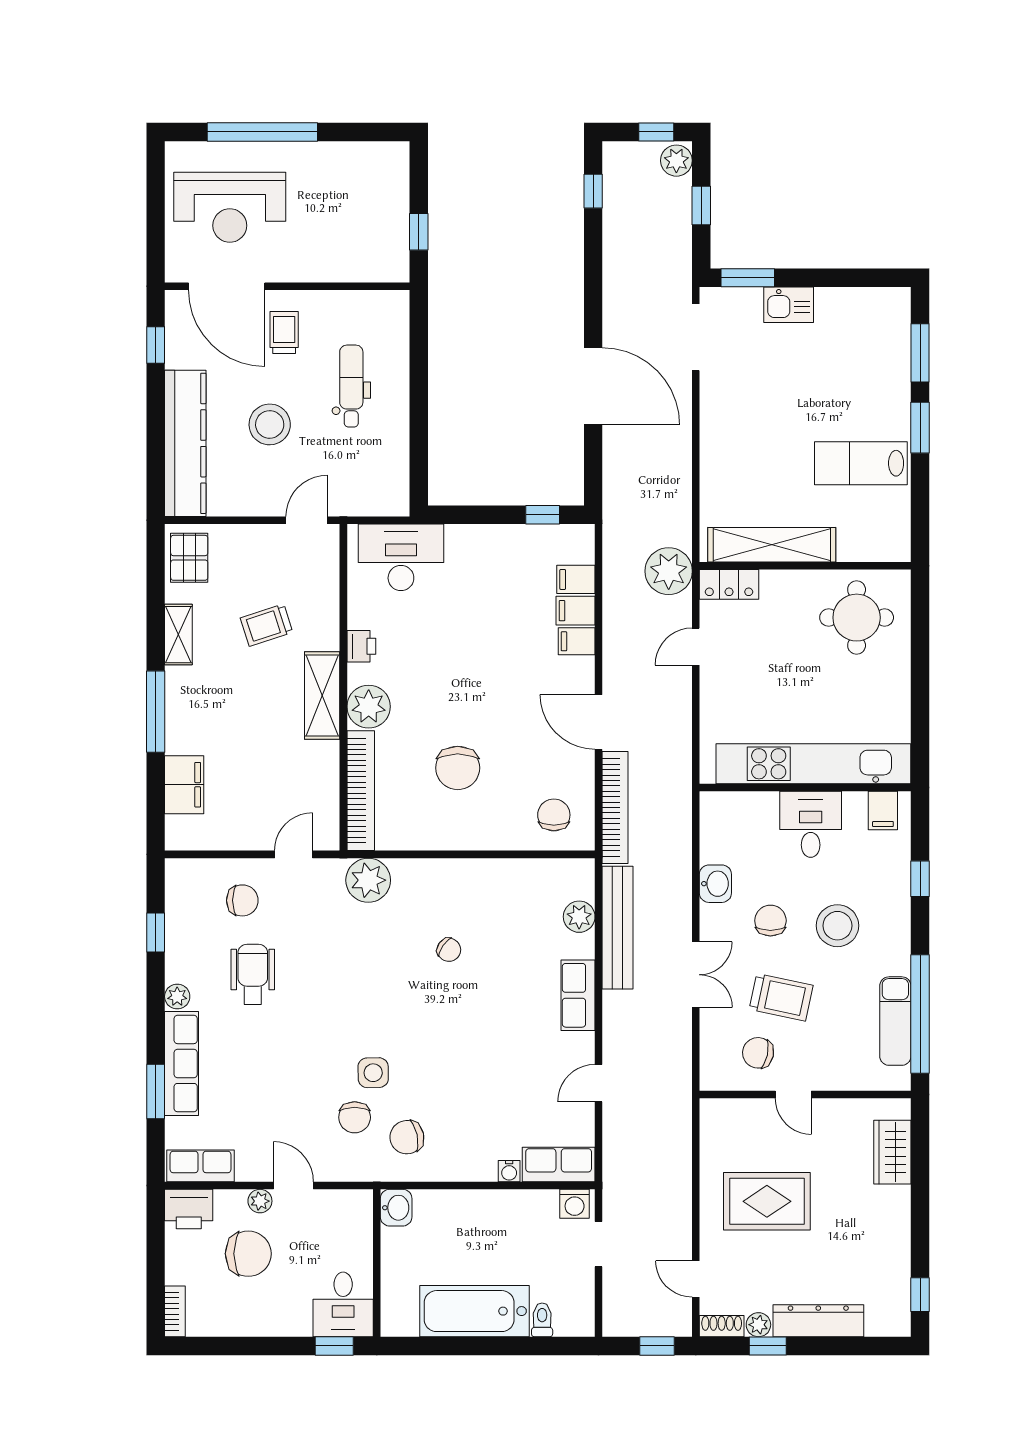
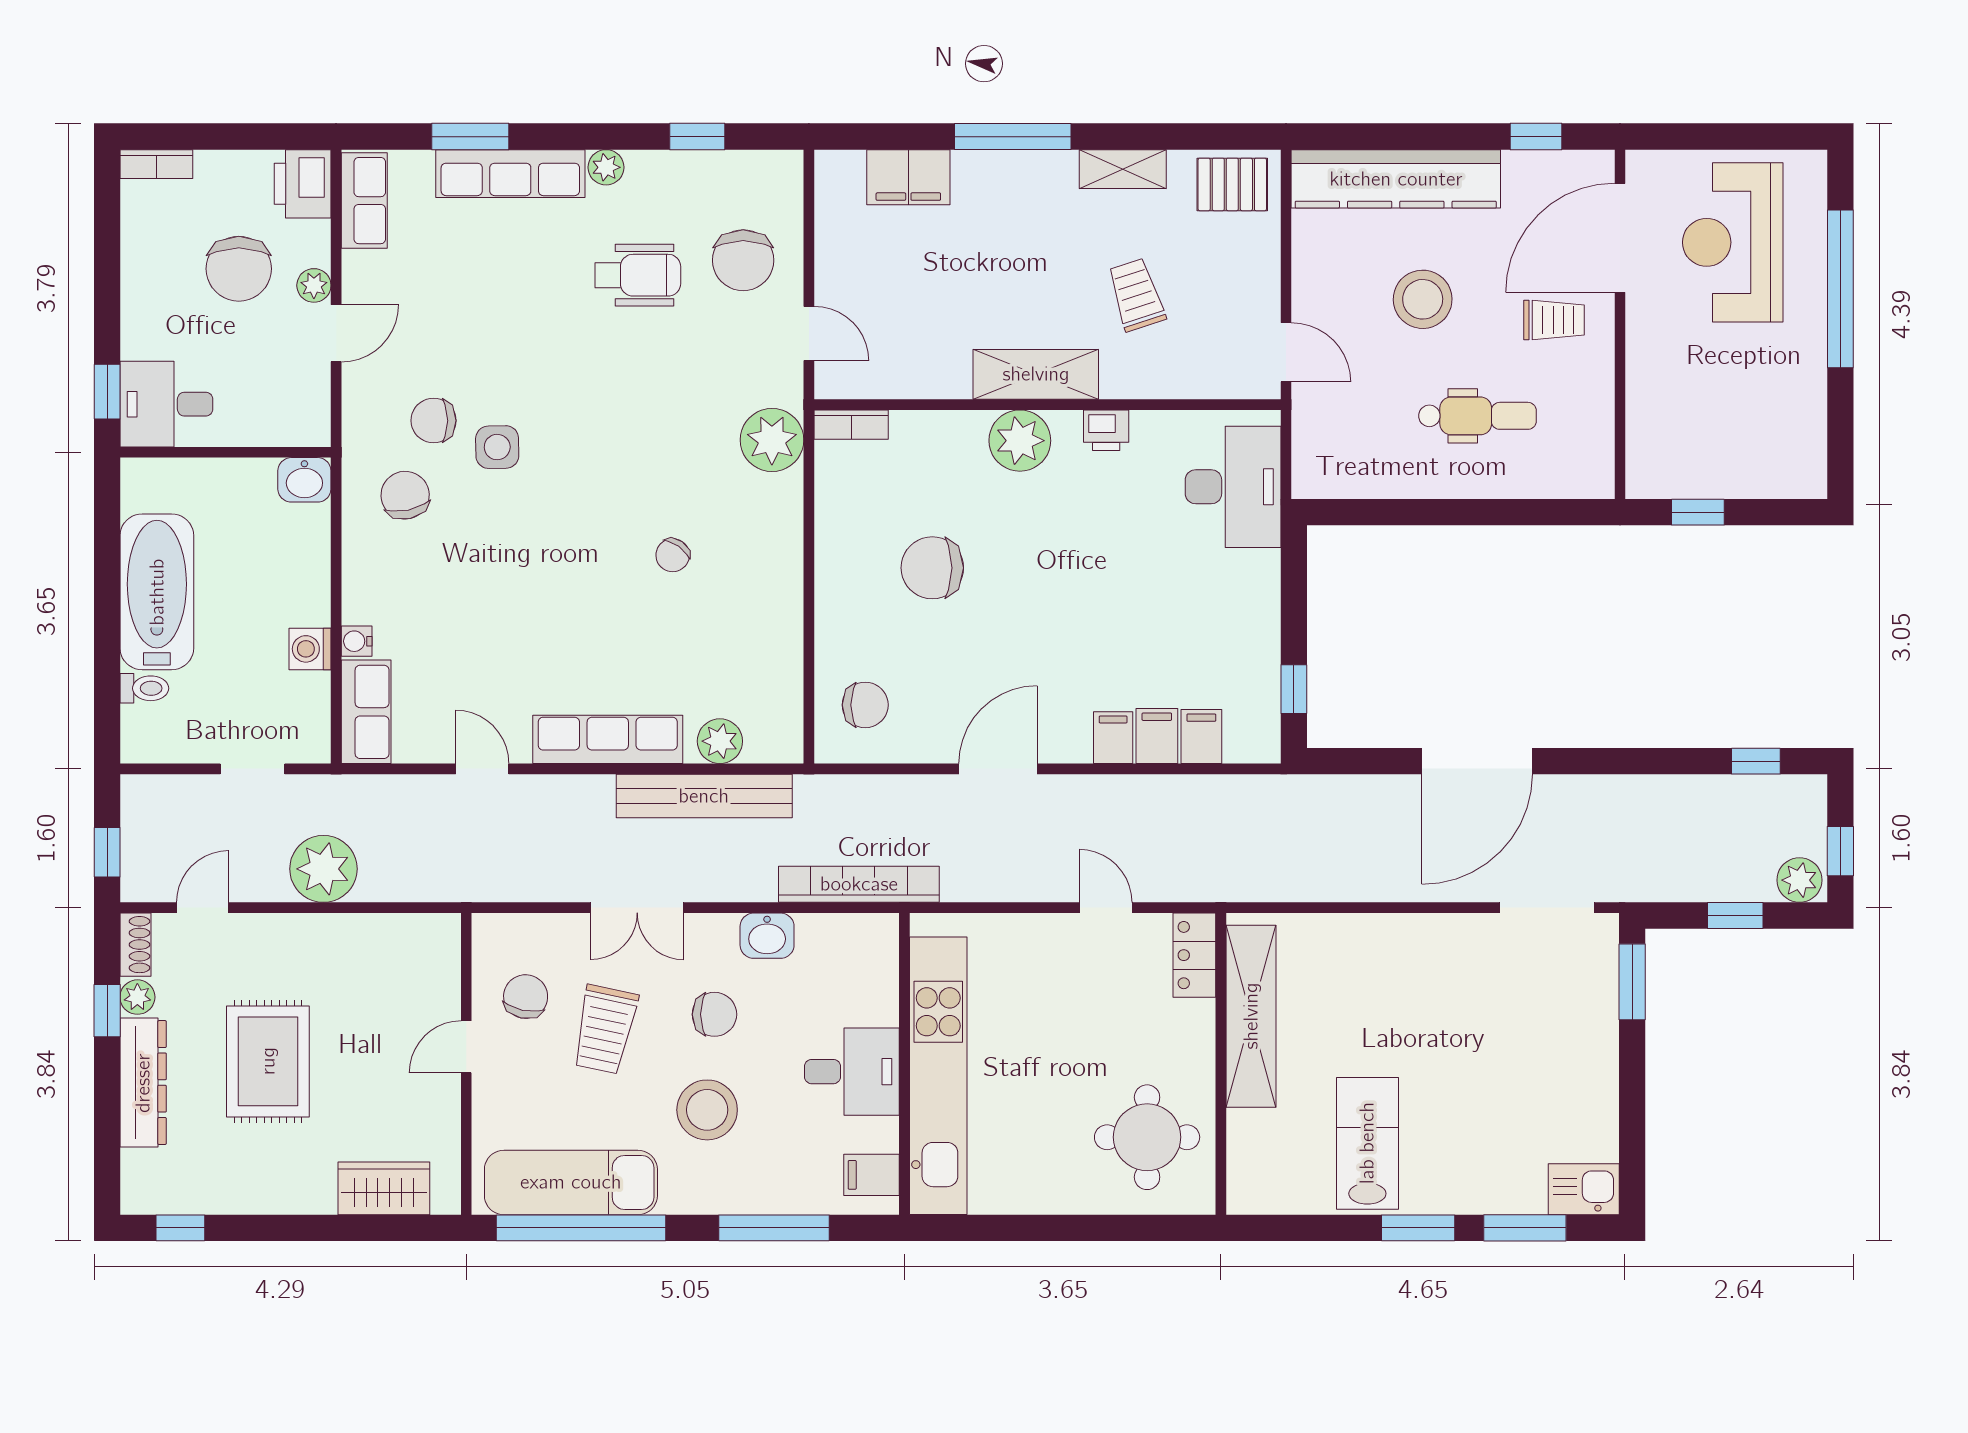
kitchen sink: (789, 305) -> (1584, 1189), moved, turned 90
plant: (669, 571) -> (323, 869), moved
bookcase: (361, 791) -> (851, 425), width x0.43, depth x0.76
bookcase: (615, 808) -> (859, 884), moved, turned 180
window: (920, 879) -> (774, 1228), width x2.17
chair: (242, 900) -> (743, 260), width x1.37, depth x1.37
row of seats: (578, 995) -> (608, 739), width x1.48
exam couch: (895, 1021) -> (571, 1182), width x1.36, depth x1.45
rug: (767, 1201) -> (268, 1061), moved
washing machine: (575, 1204) -> (310, 649), moved

